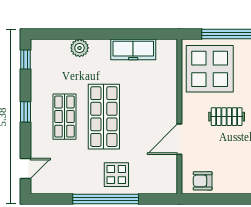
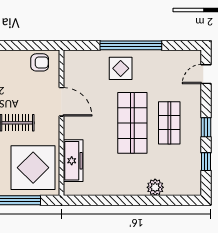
freezer: (133, 49) -> (73, 161), moved, turned 90
window: (25, 59) -> (206, 162), moved
door: (179, 139) -> (61, 102), hinge flipped

